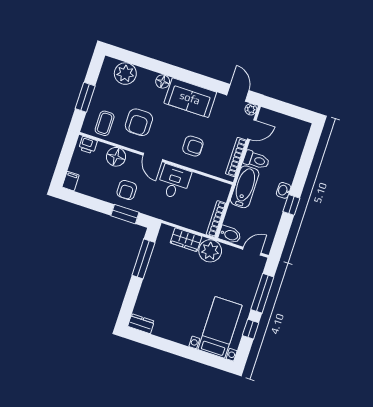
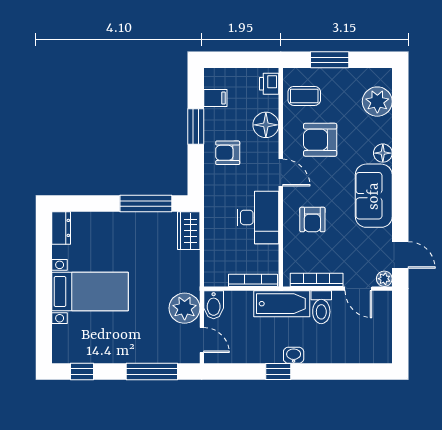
door: (238, 93) -> (400, 255), hinge flipped
door: (153, 157) -> (281, 173), swing flipped
filing cabinet: (71, 181) -> (215, 98), moved
desk: (174, 182) -> (258, 217), width x1.37
window: (125, 214) -> (196, 127), moved
bookcase: (216, 219) -> (253, 280), moved
wardrobe: (186, 240) -> (189, 231), moved
plant: (210, 251) -> (185, 308), moved
bed with nightstands: (220, 327) -> (90, 292), moved
window: (251, 329) -> (82, 372), moved

